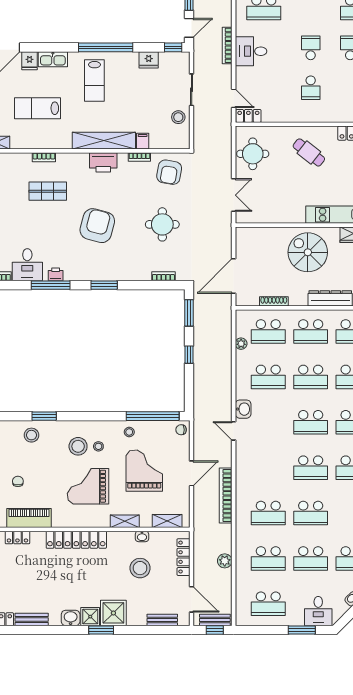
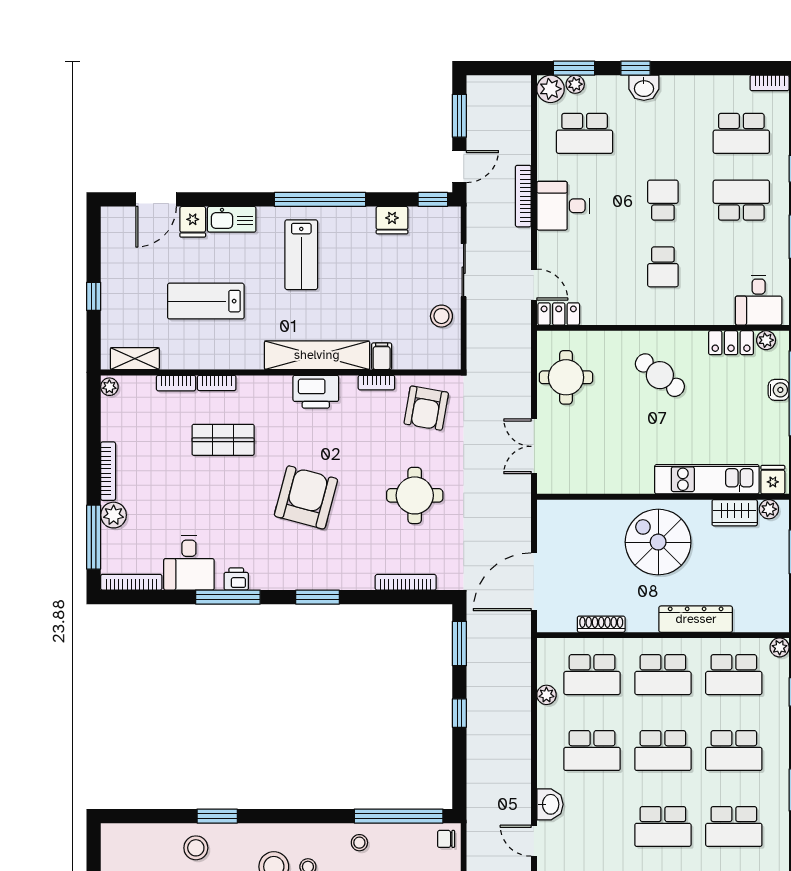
bookcase: (20, 157) -> (176, 383), added
double door: (234, 195) -> (534, 446), swing flipped
bookcase: (163, 276) -> (406, 582), width x1.56

